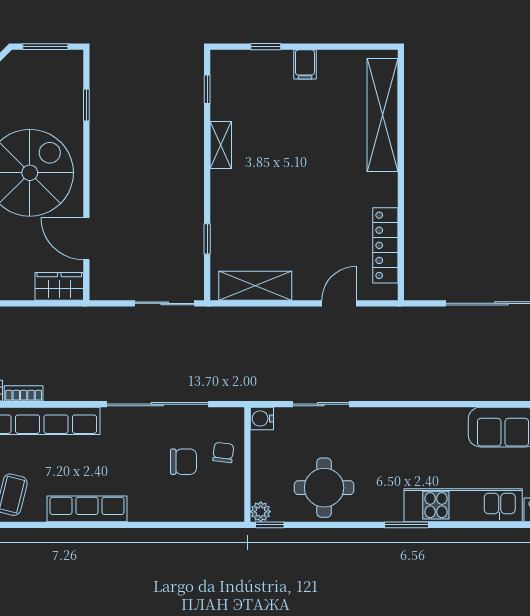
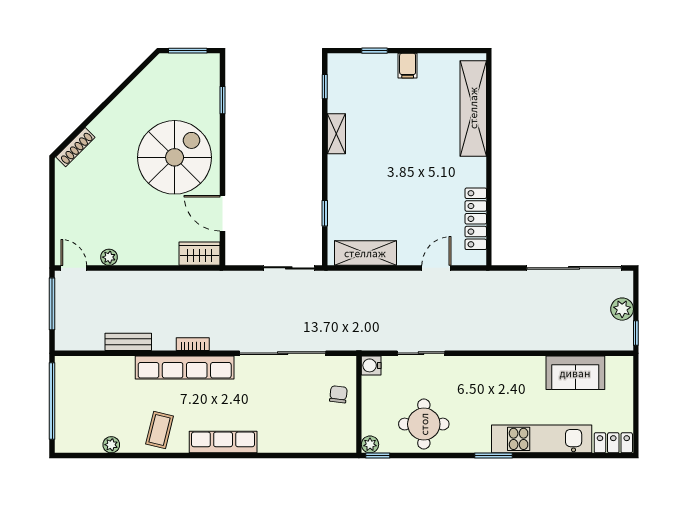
bookcase: (24, 393) -> (193, 344), moved
chair: (183, 462) -> (305, 402), removed

